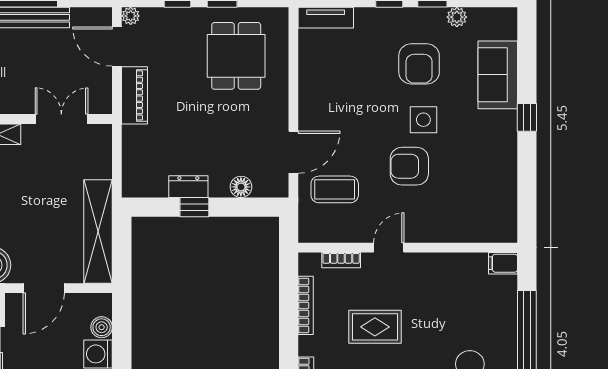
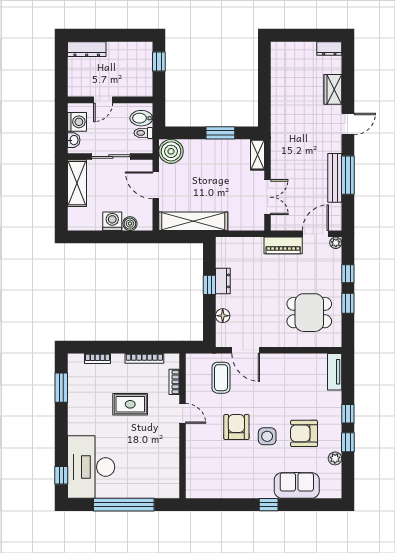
filing cabinet: (503, 263) -> (172, 489), removed
rug: (375, 327) -> (130, 404), turned 90

